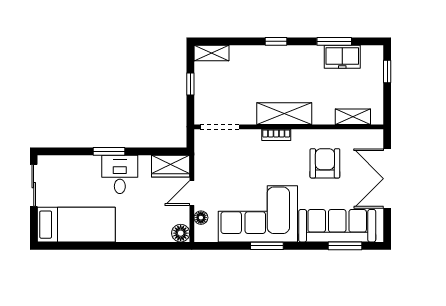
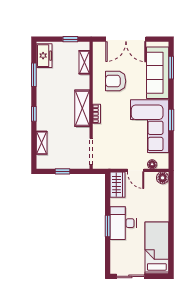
shelving: (211, 53) -> (42, 143), moved
freezer: (342, 57) -> (44, 56), moved
window: (387, 71) -> (70, 39), moved
desk: (120, 174) -> (123, 223), width x1.37

